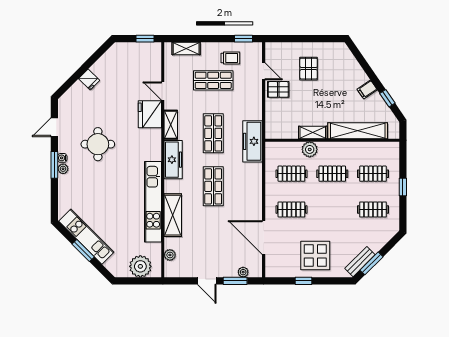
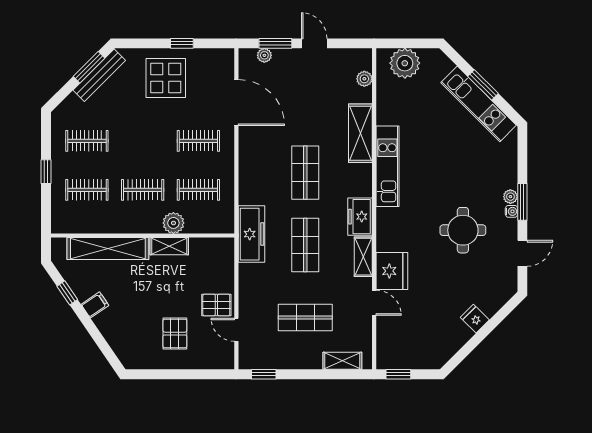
trolley: (230, 58) -> (282, 348), removed
freezer: (173, 160) -> (360, 217), width x0.71
kitchen unit: (153, 202) -> (387, 166), width x0.73
bench: (360, 262) -> (99, 75), width x1.36

